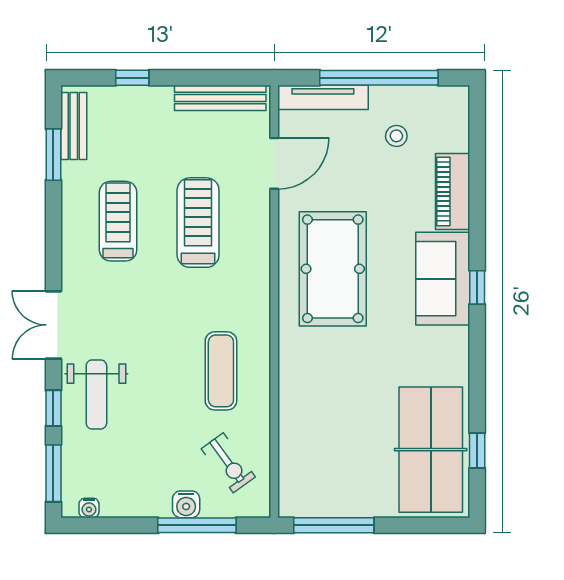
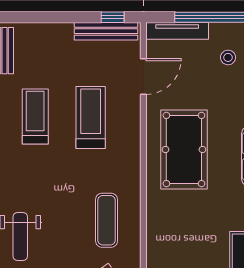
window: (132, 78) -> (113, 17), moved

